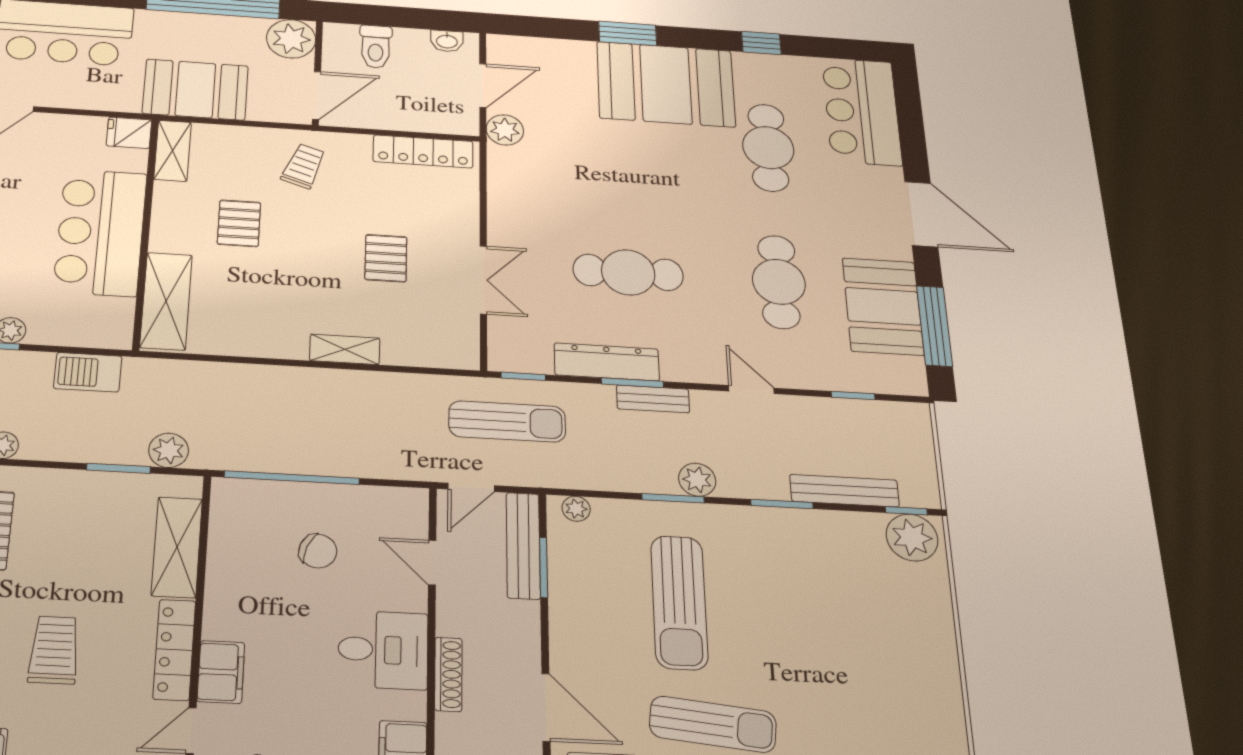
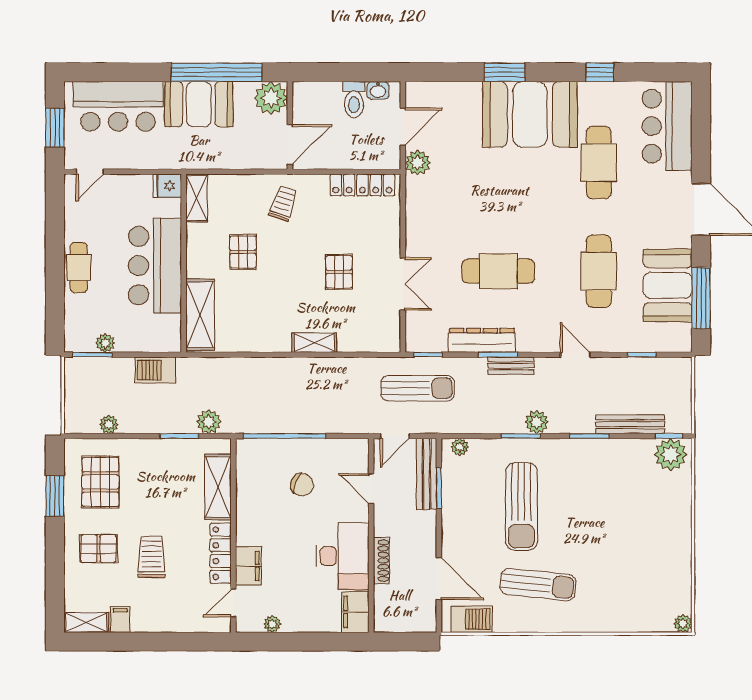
toilet: (376, 47) -> (354, 100), moved
booth: (195, 90) -> (199, 104), moved
desk: (383, 650) -> (343, 556), width x1.37

